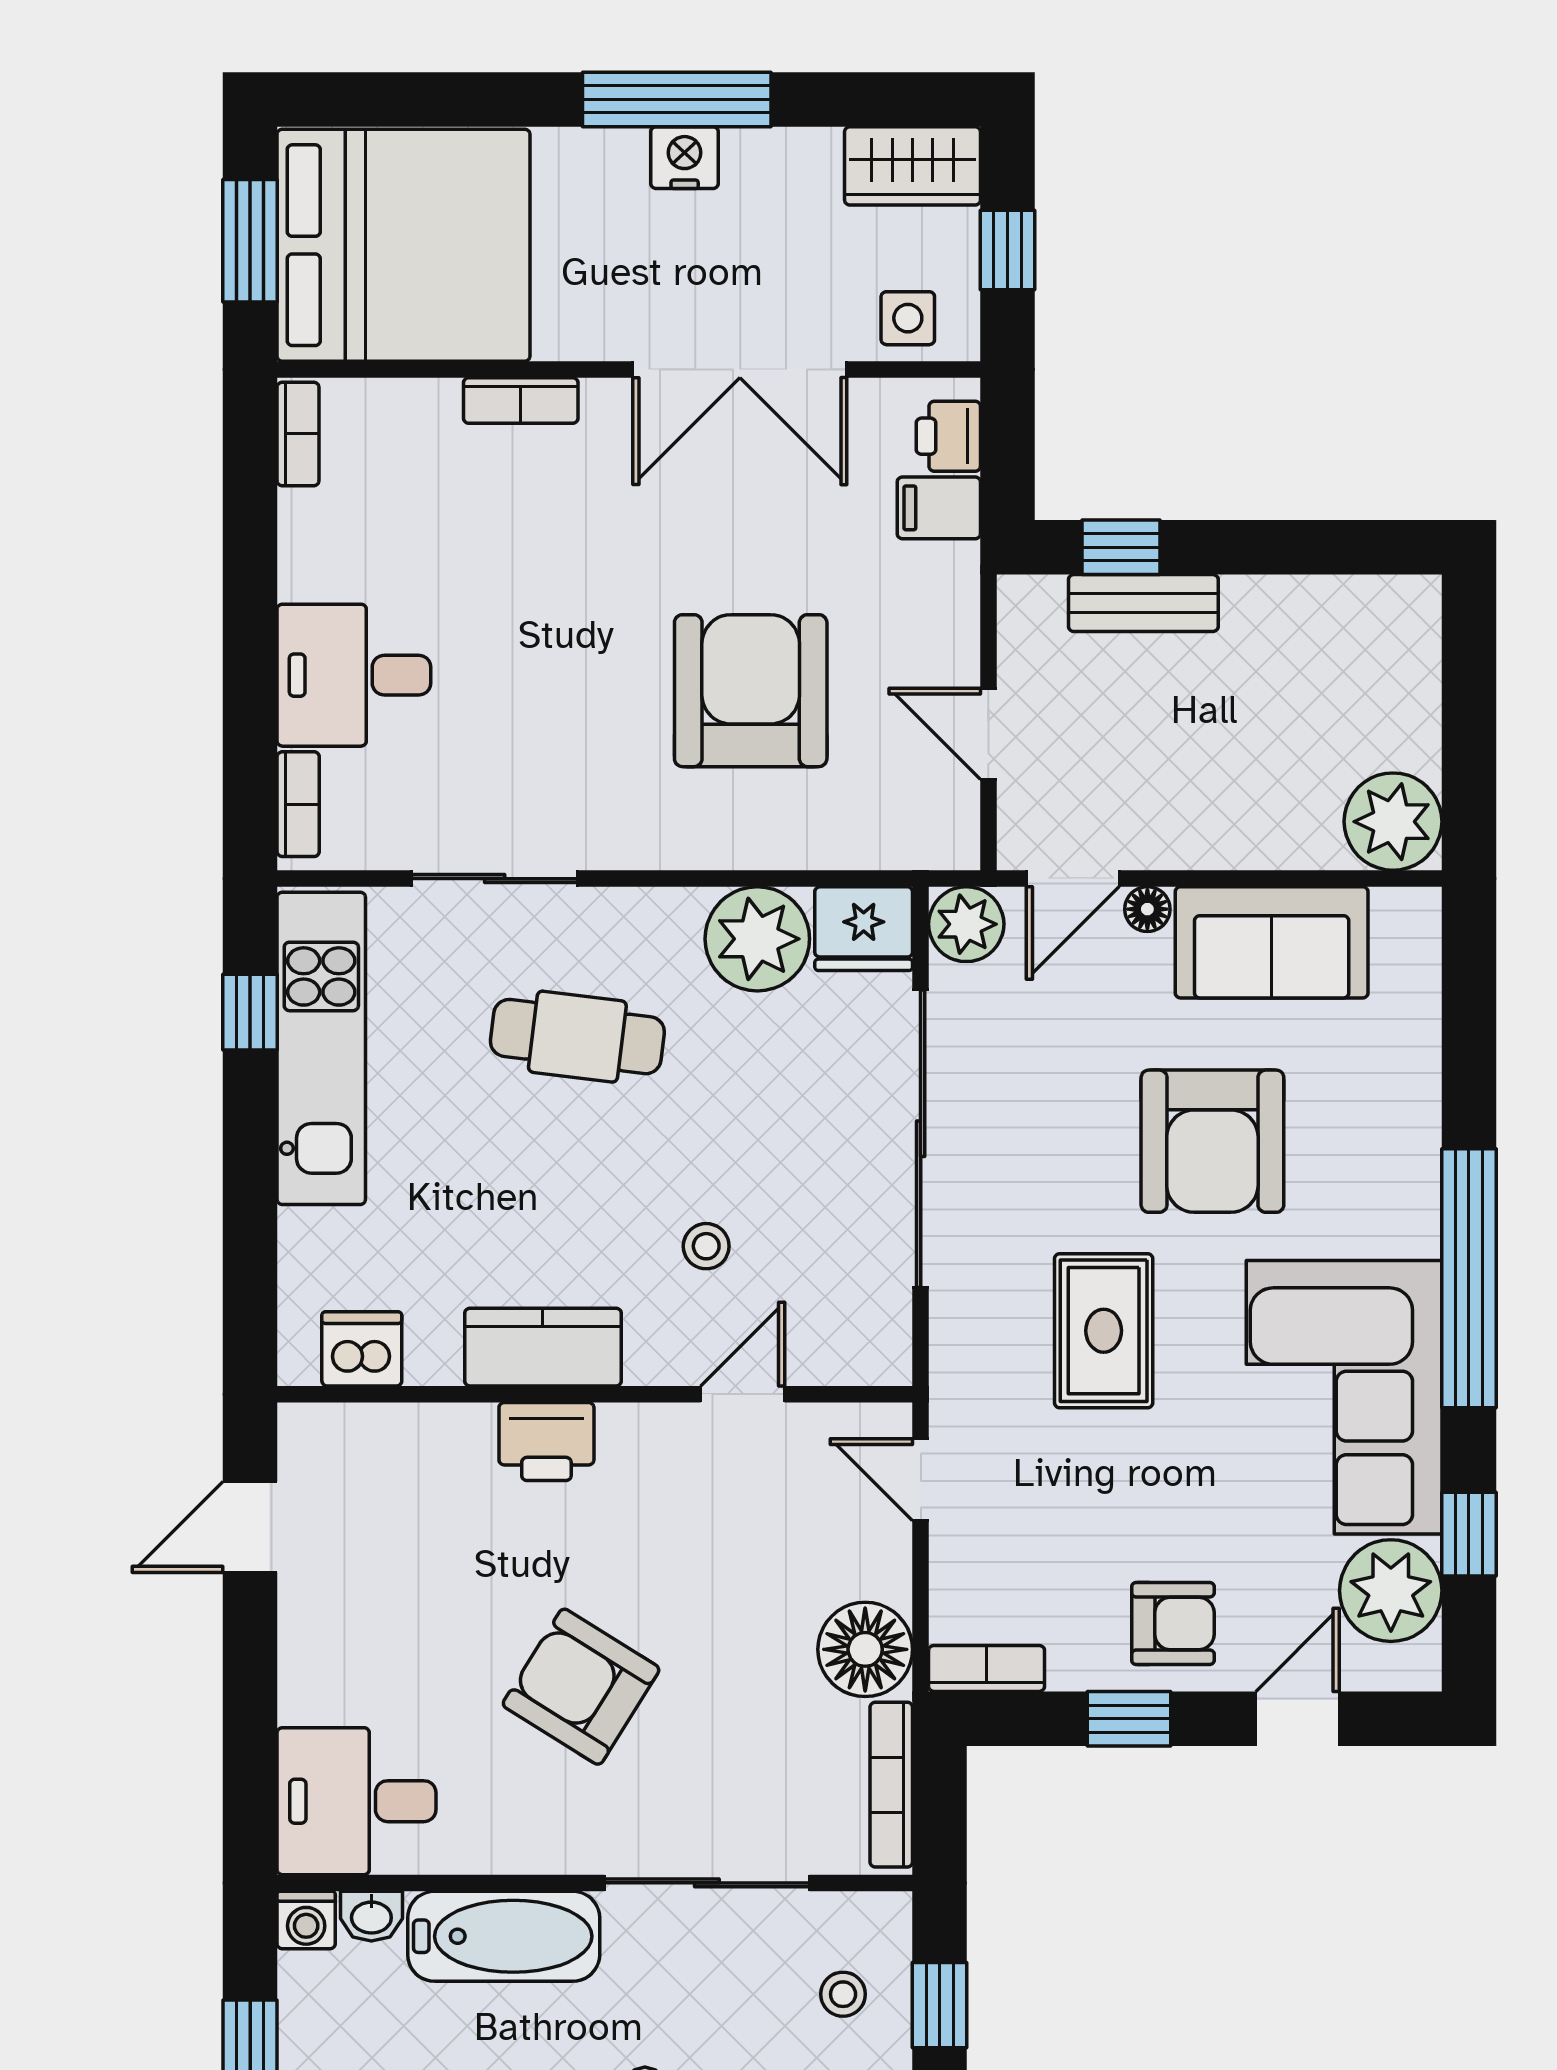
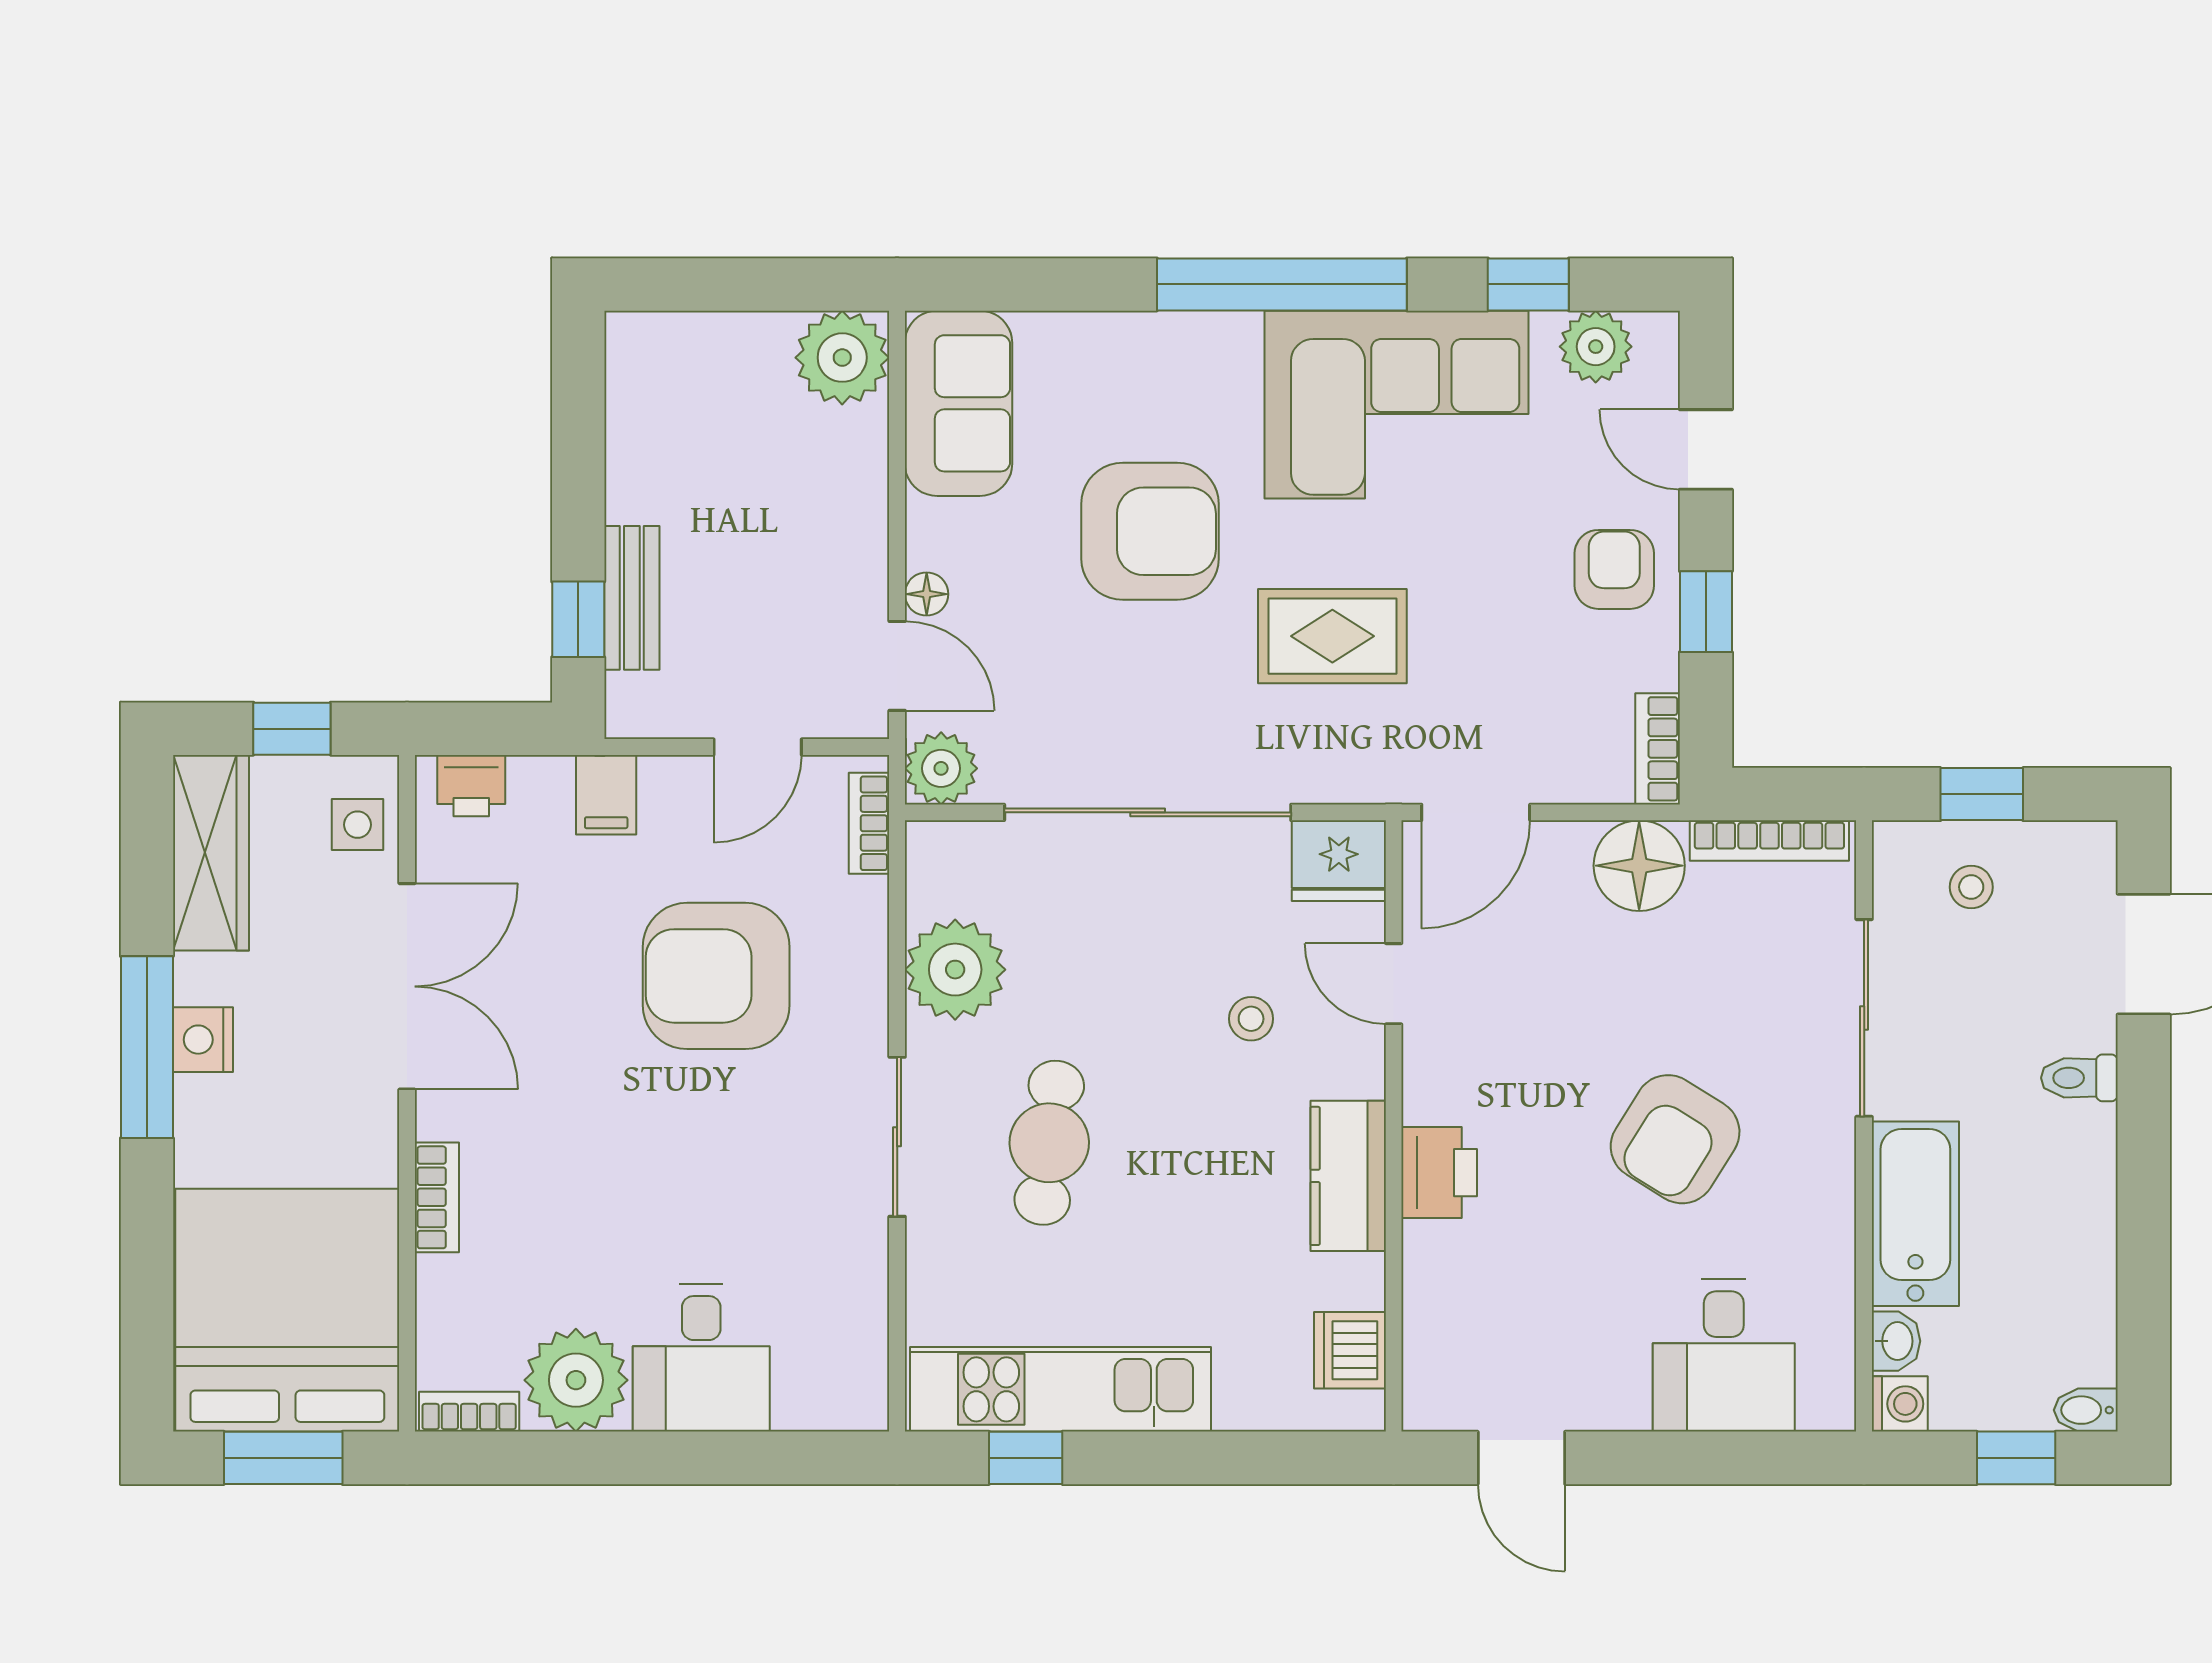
wardrobe: (912, 166) -> (211, 853), width x1.50
filing cabinet: (939, 508) -> (606, 795), moved
plant: (331, 545) -> (576, 1380), added
bookcase: (298, 804) -> (869, 823), moved, turned -90
sliding door: (495, 879) -> (897, 1137), moved
fridge: (864, 929) -> (1339, 861), moved, turned 90
sofa: (1272, 942) -> (959, 403), moved
door: (921, 1480) -> (1476, 812), width x1.38
plant: (1391, 1591) -> (1596, 347), width x0.73, depth x0.73
desk: (357, 1801) -> (1724, 1355), moved

